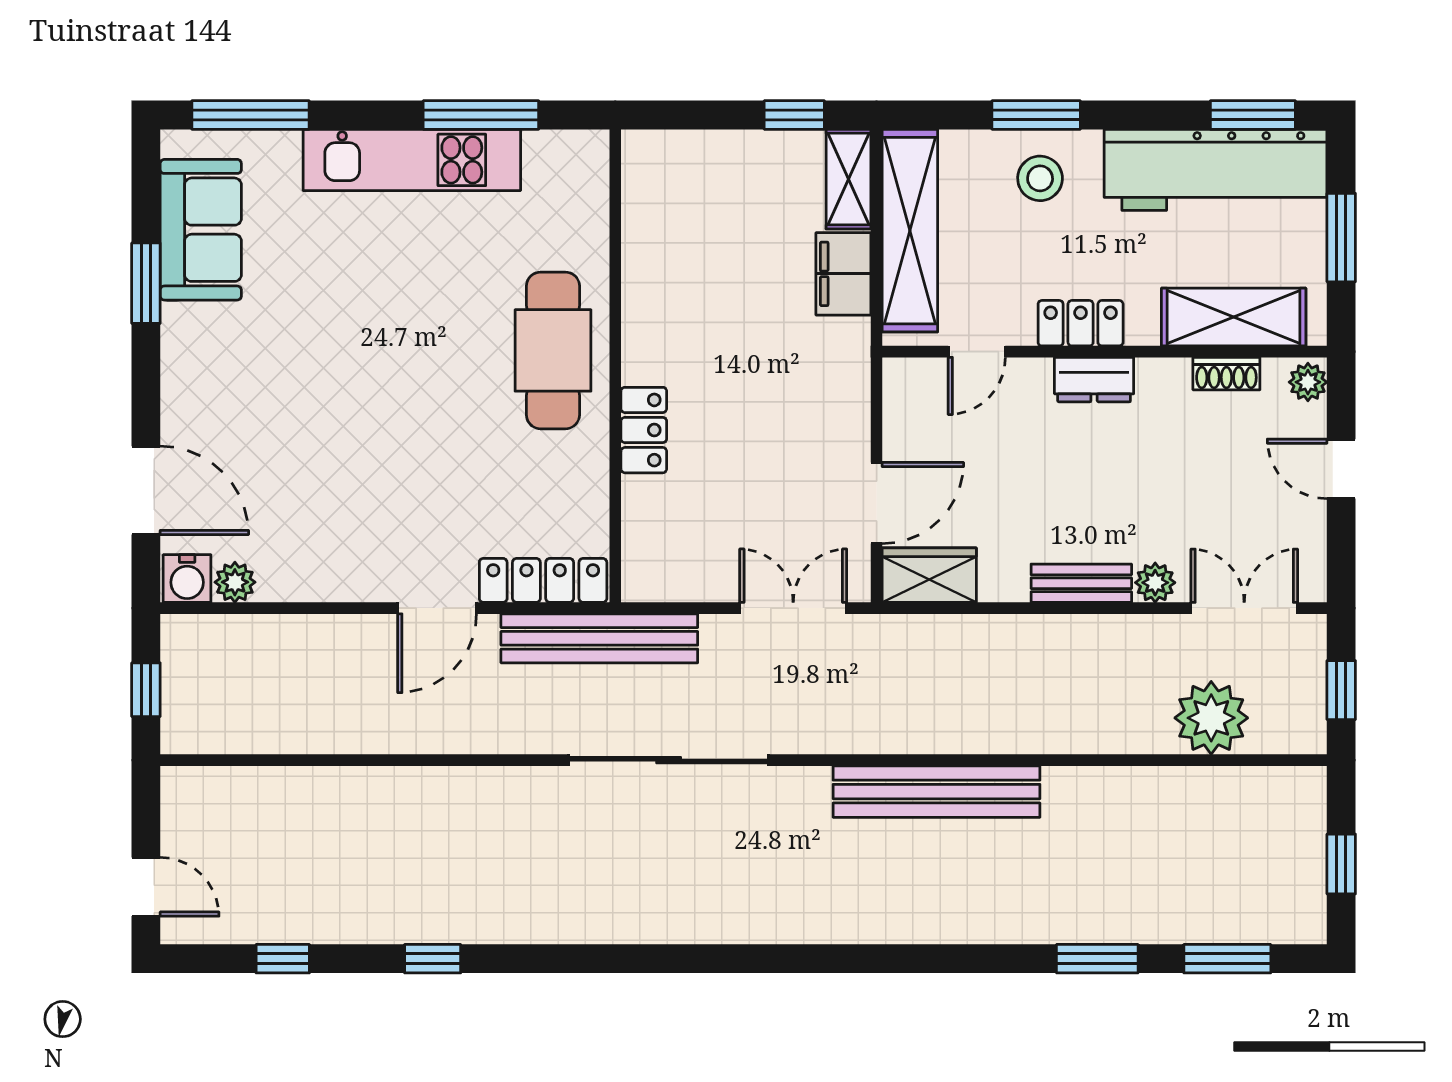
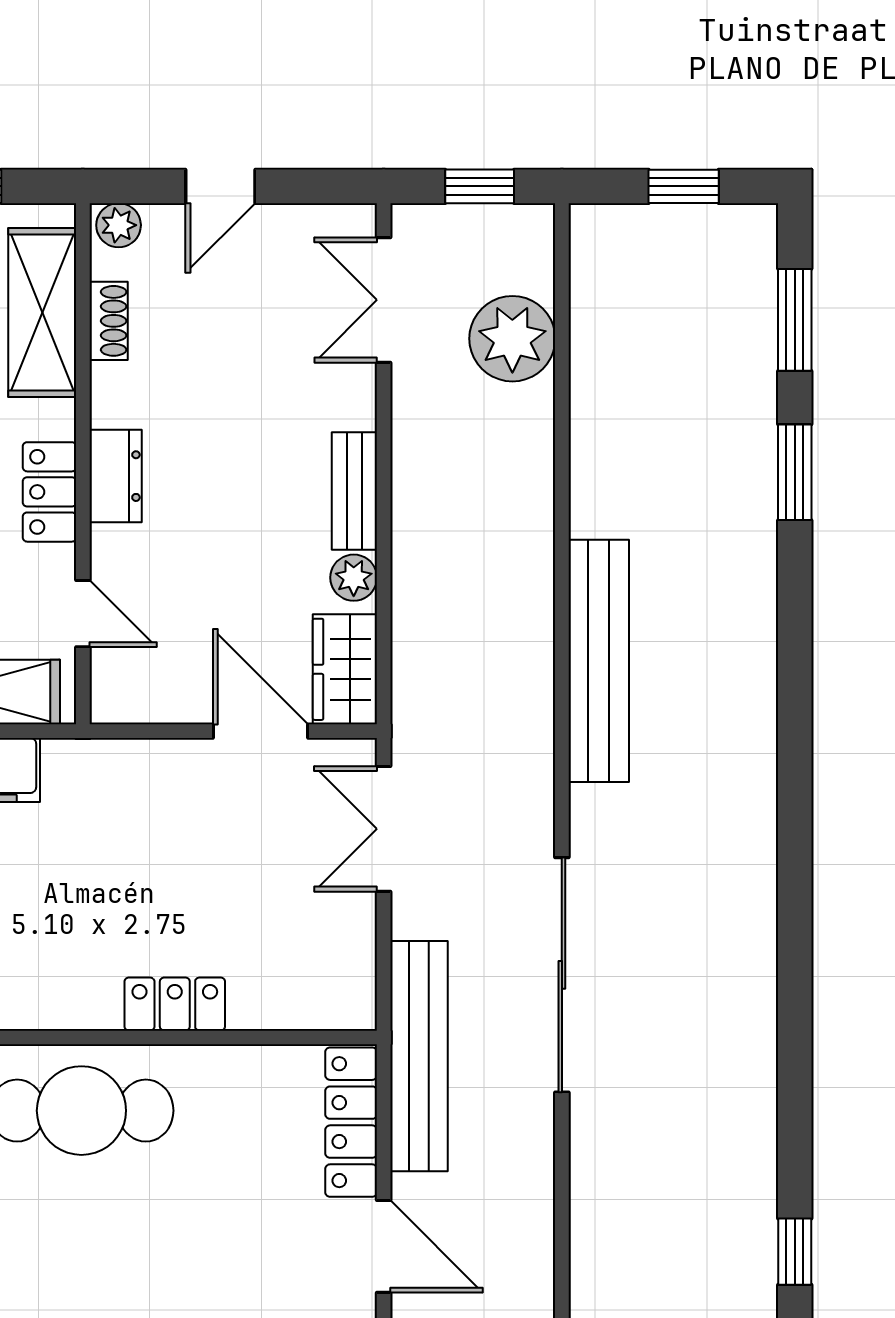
plant: (1155, 583) -> (354, 578), moved

